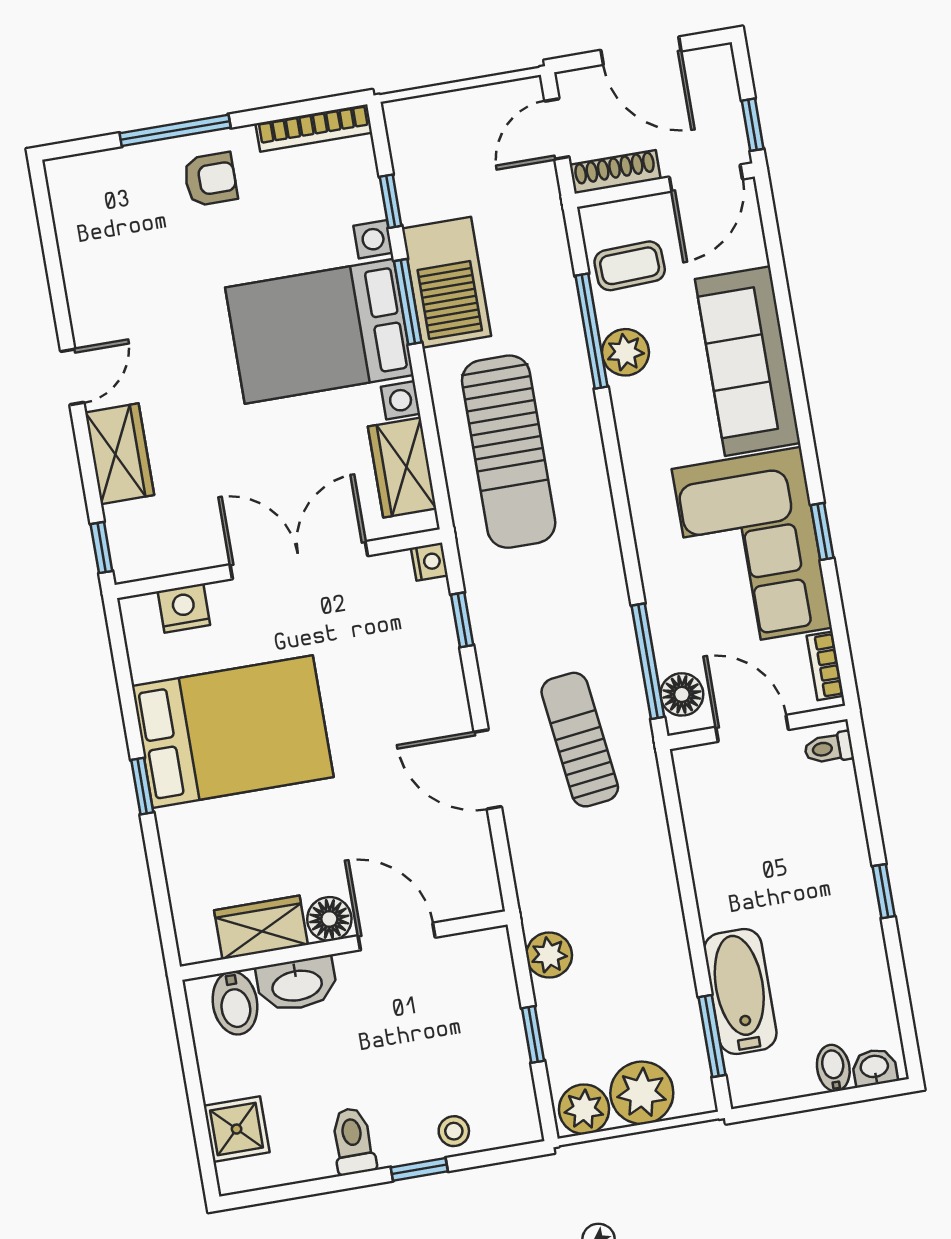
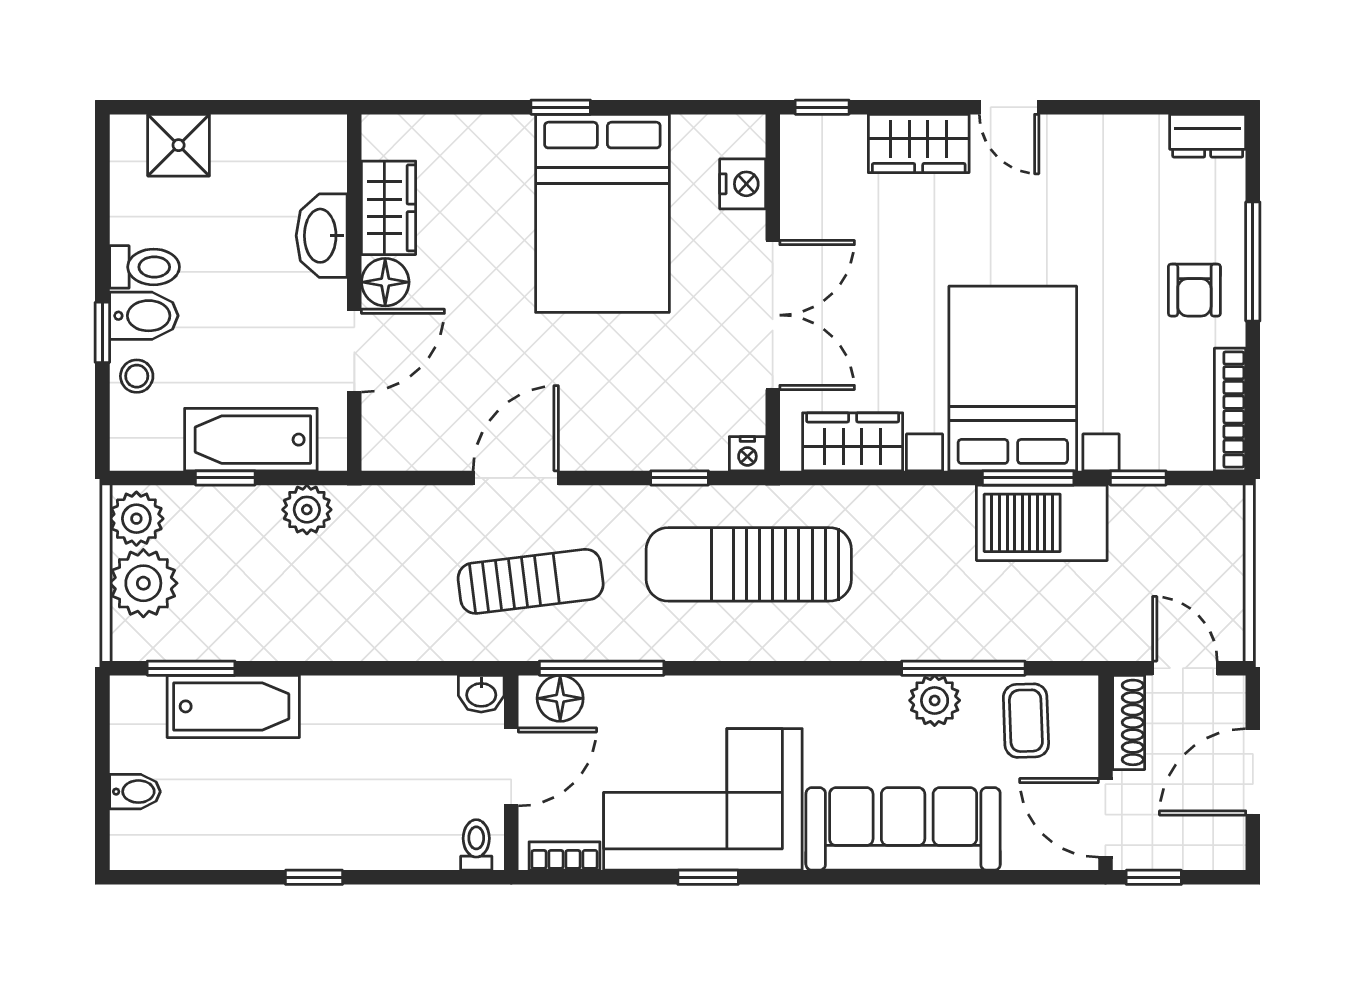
dresser: (67, 191) -> (1208, 136), added
sun lounger: (509, 452) -> (749, 564), moved
bidet: (235, 1003) -> (144, 316), moved, turned 180
bathtub: (494, 1017) -> (251, 440), added
washbasin: (874, 1067) -> (481, 694), moved, turned 90

